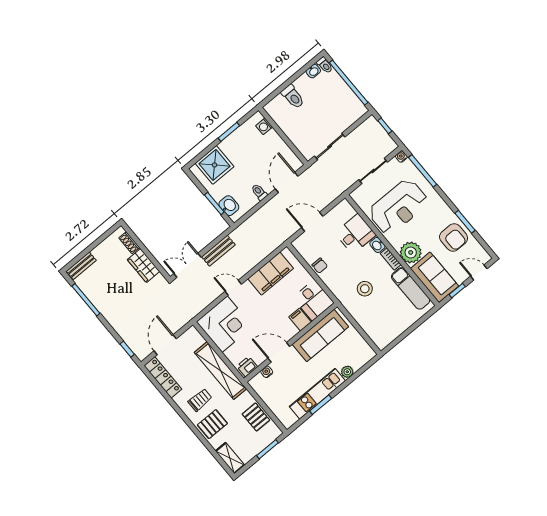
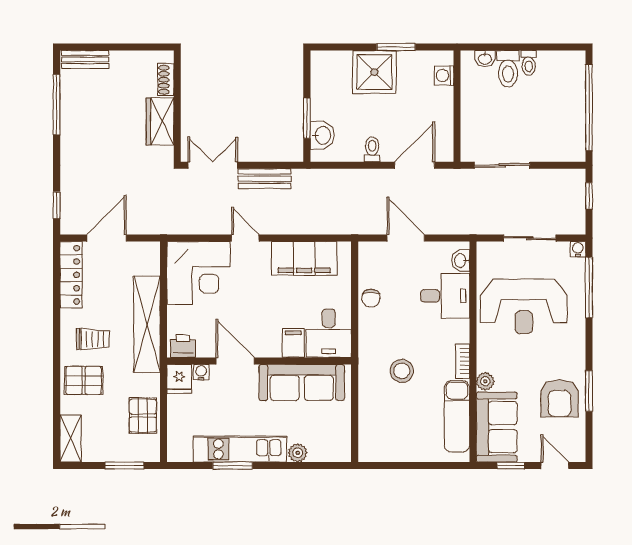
toilet: (325, 65) -> (529, 63), moved
washbasin: (313, 71) -> (485, 59), moved
shower: (215, 165) -> (374, 72), moved
washbasin: (377, 245) -> (461, 261), moved
plant: (411, 252) -> (485, 381), width x0.53, depth x0.53
fridge: (259, 384) -> (179, 379), added

